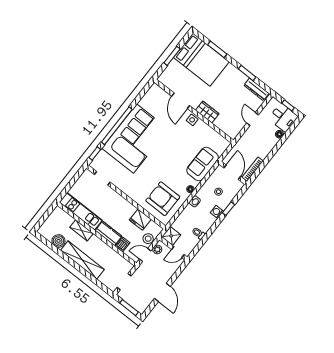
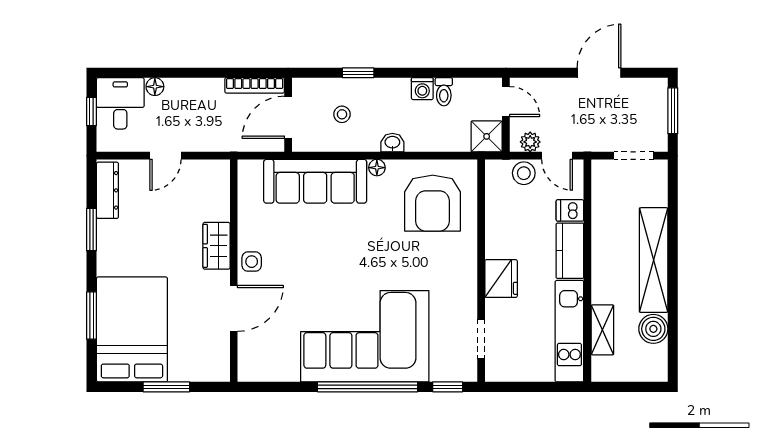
sofa: (203, 164) -> (315, 181), width x1.36
washing machine: (217, 212) -> (422, 89), moved
fridge: (140, 220) -> (501, 278), moved
shelving: (82, 230) -> (602, 330), moved

